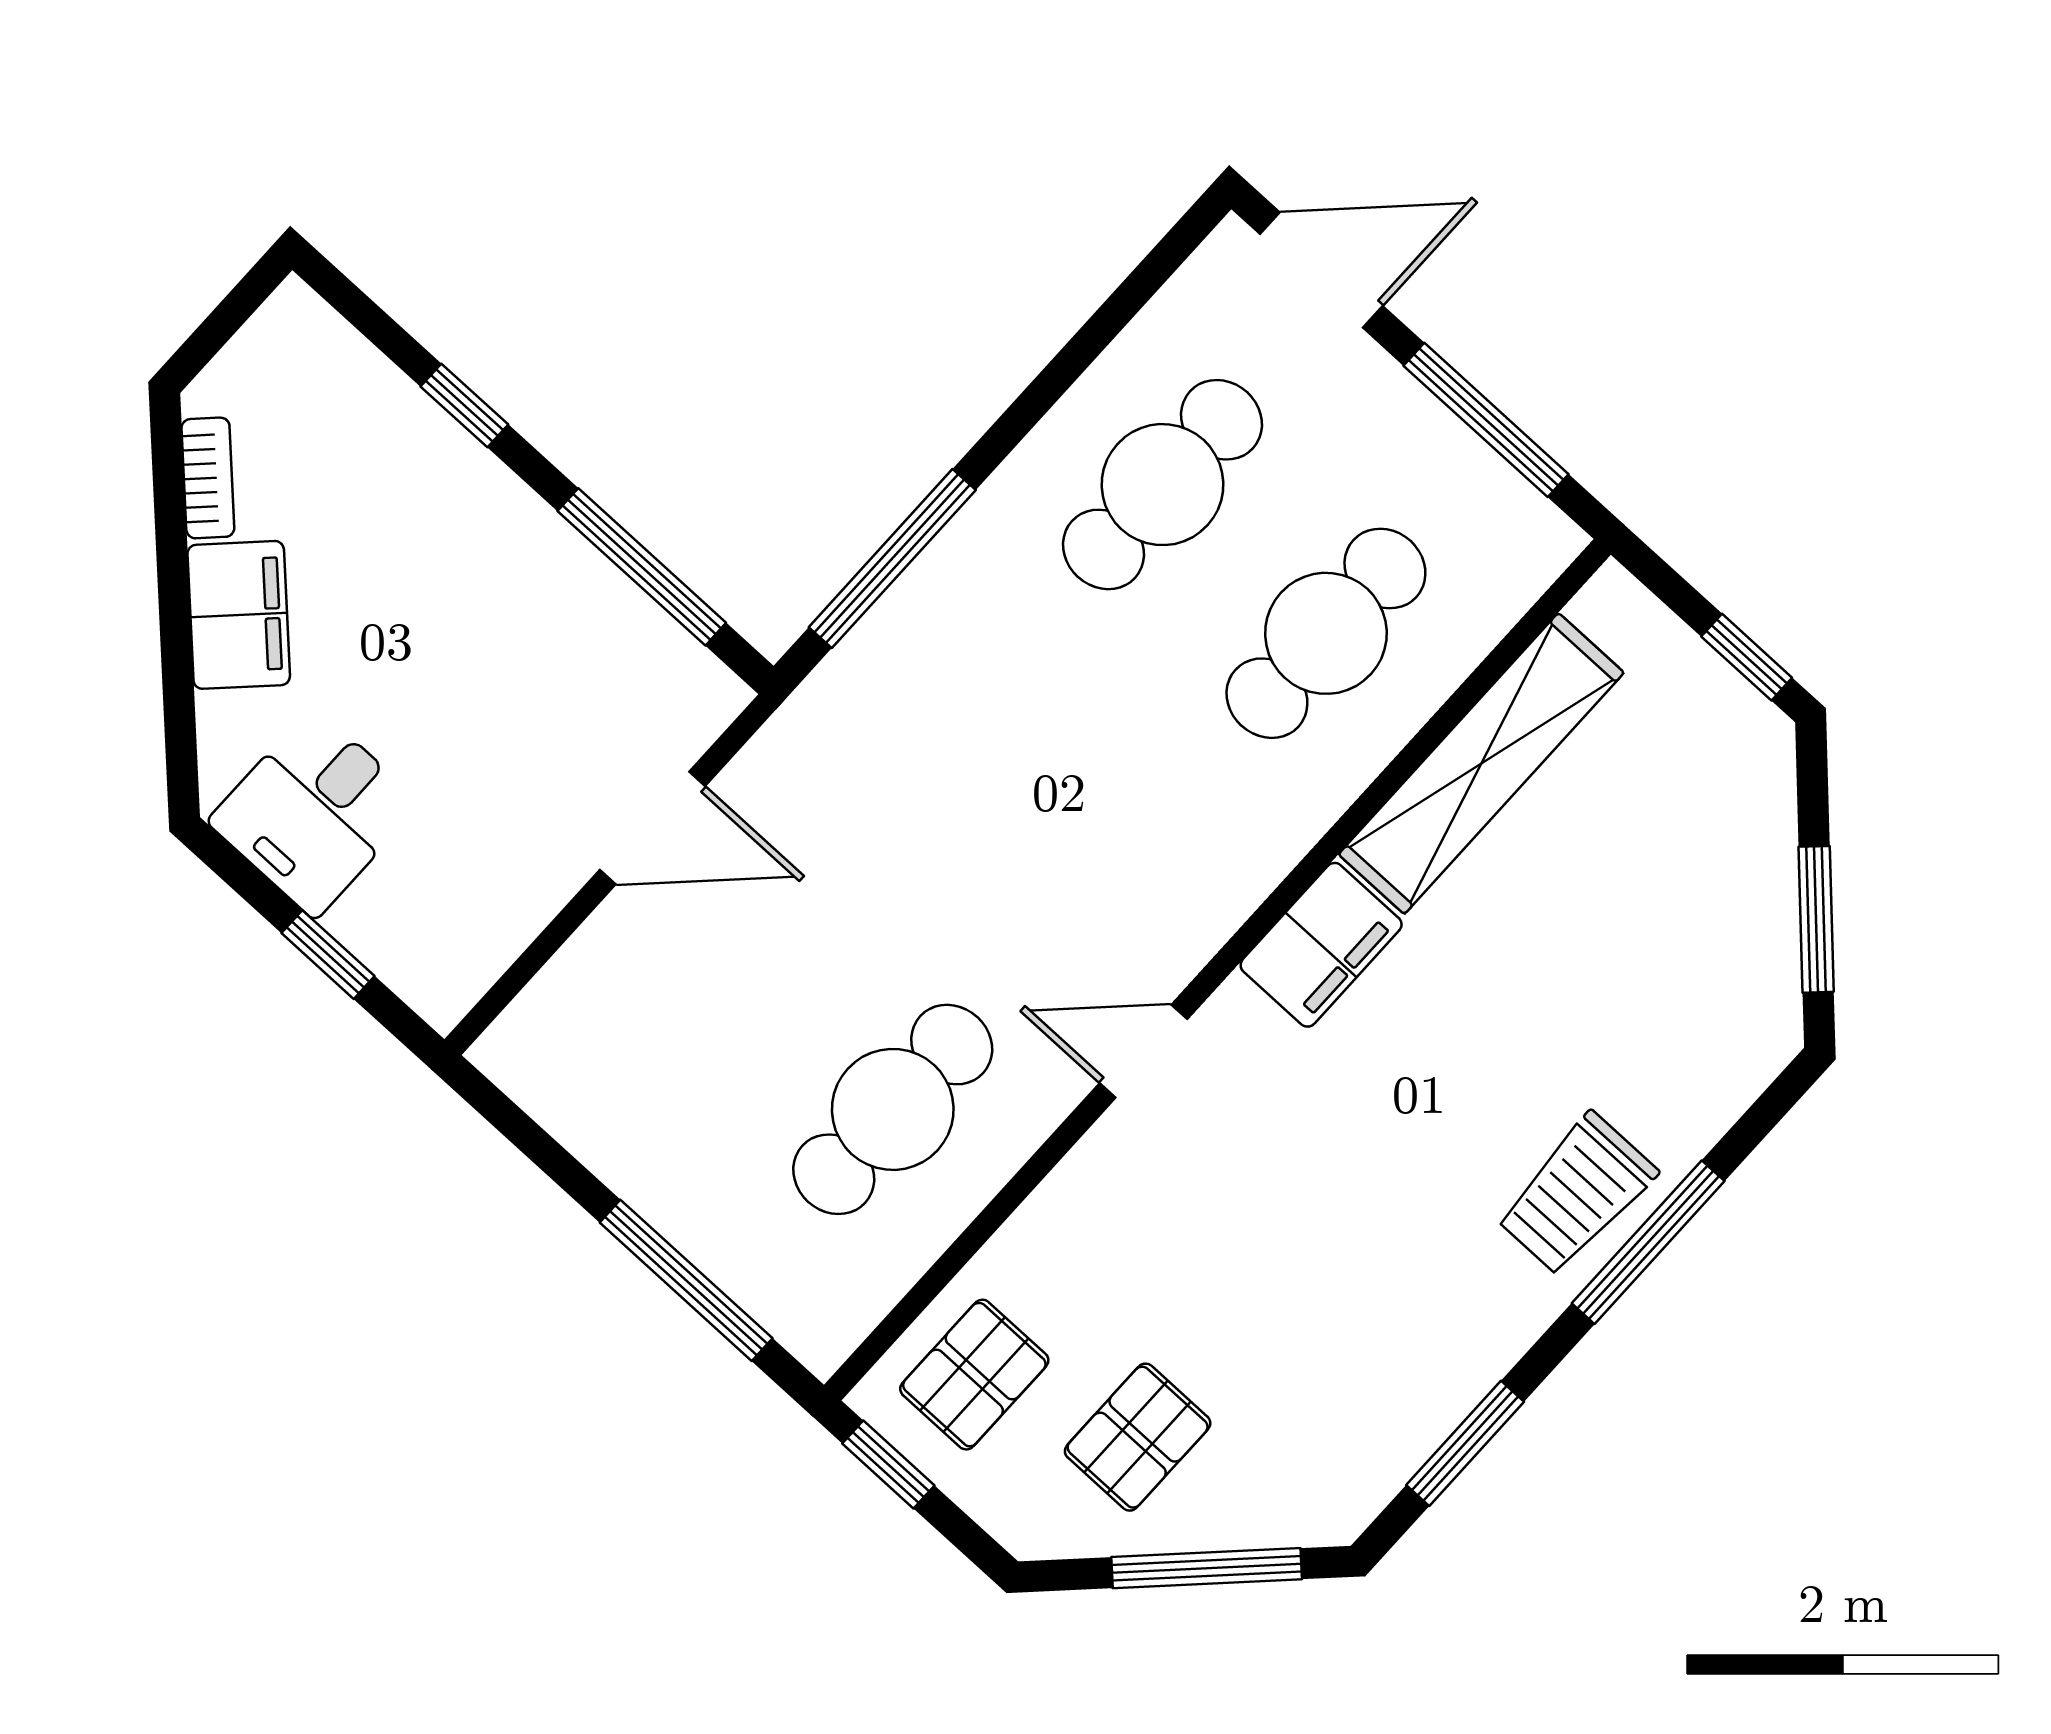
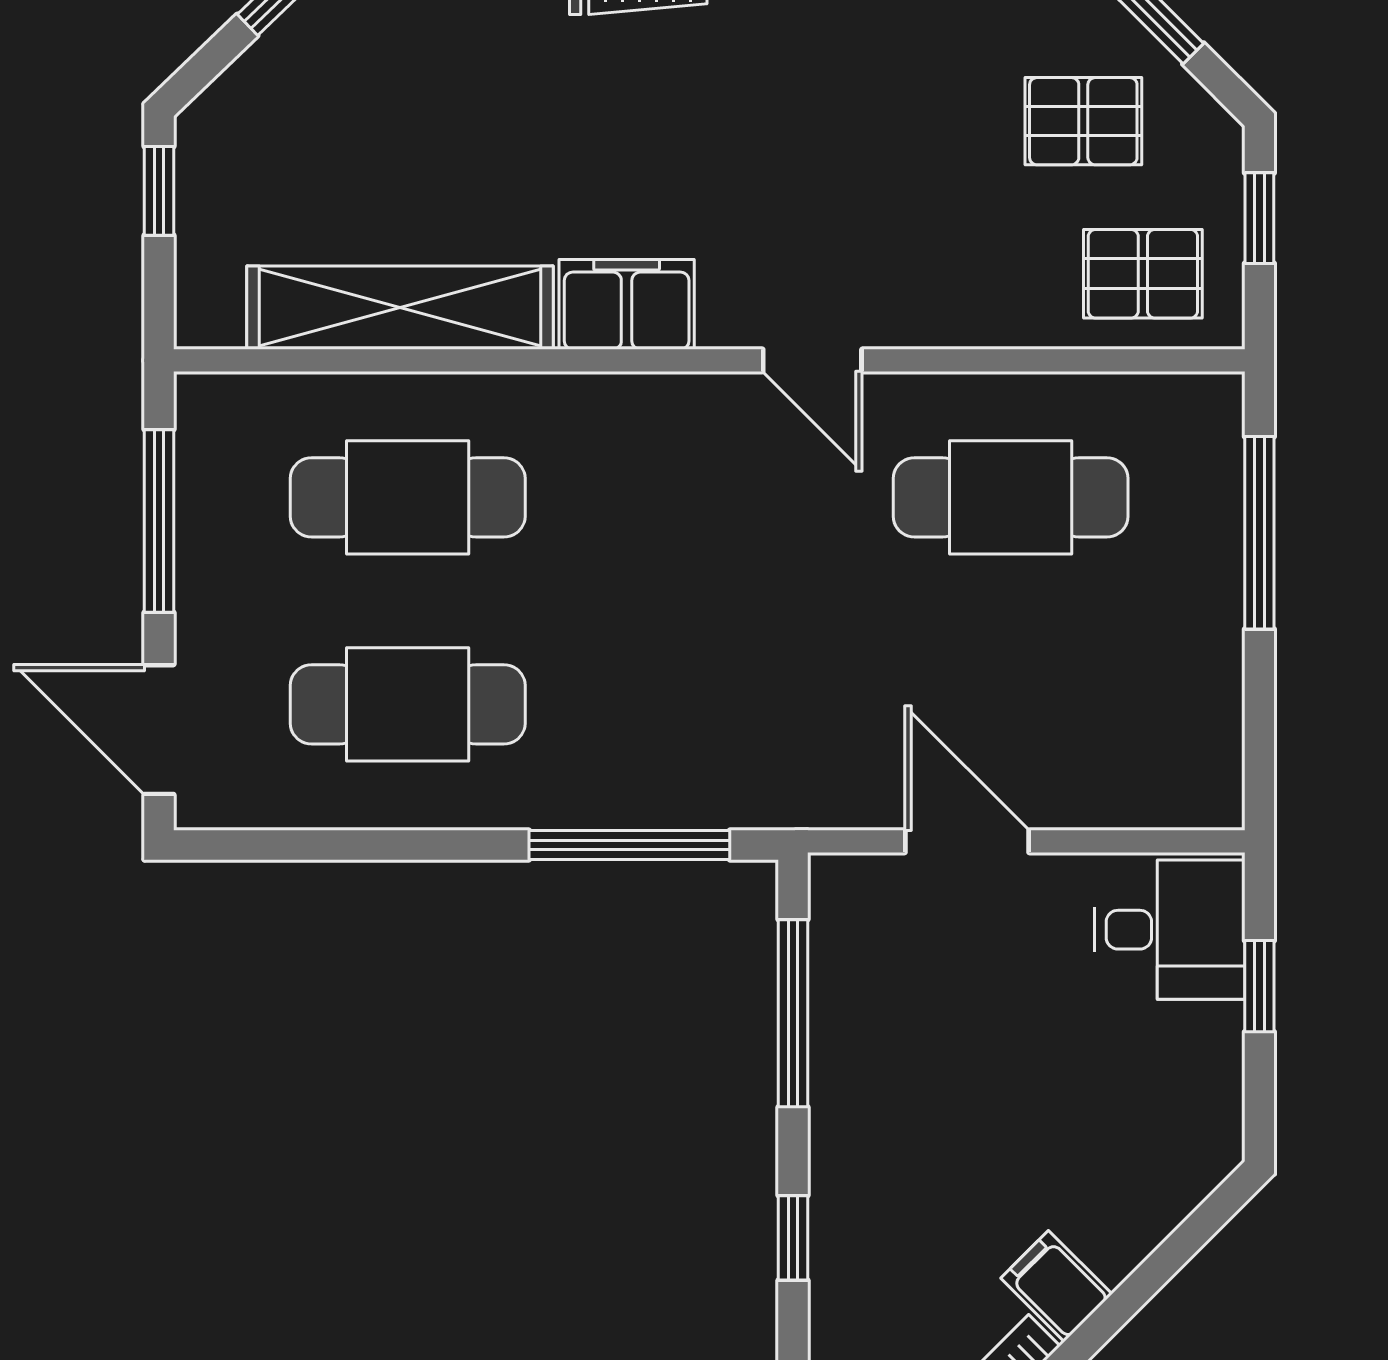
filing cabinet: (239, 615) -> (1056, 1286), width x0.50
desk: (314, 812) -> (1170, 930), moved
window: (888, 1464) -> (1259, 218), moved

